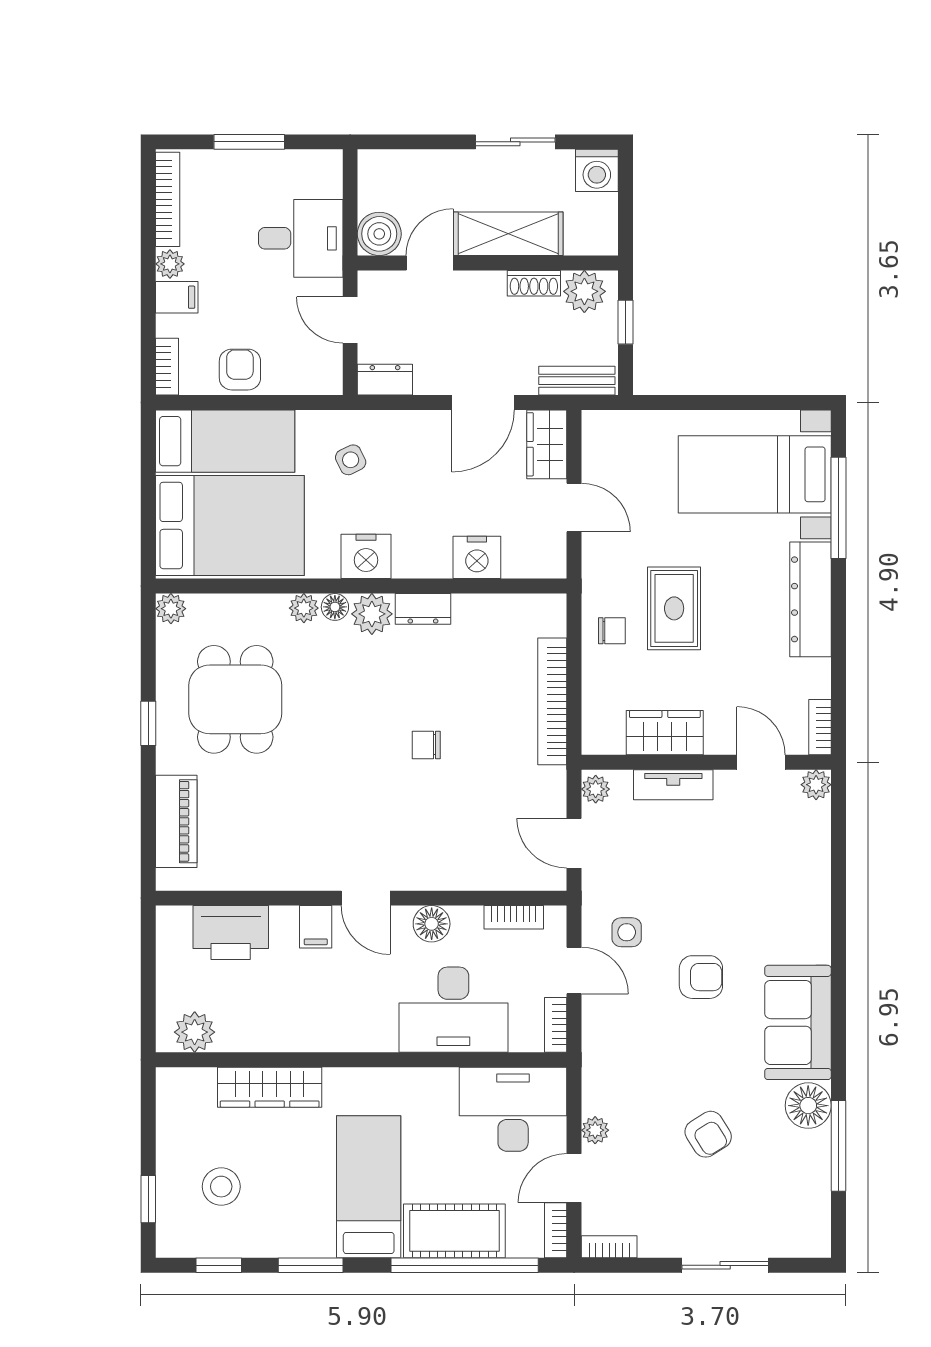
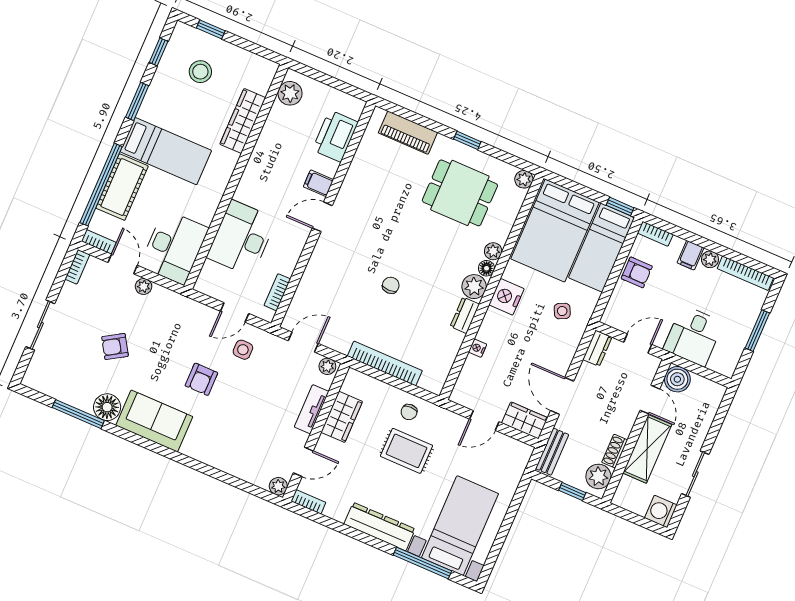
window: (148, 440) -> (620, 206), added
nightstand: (477, 557) -> (478, 348), width x0.53, depth x0.56
floor lamp: (432, 924) -> (293, 246), removed
bookcase: (556, 1025) -> (210, 290), removed

